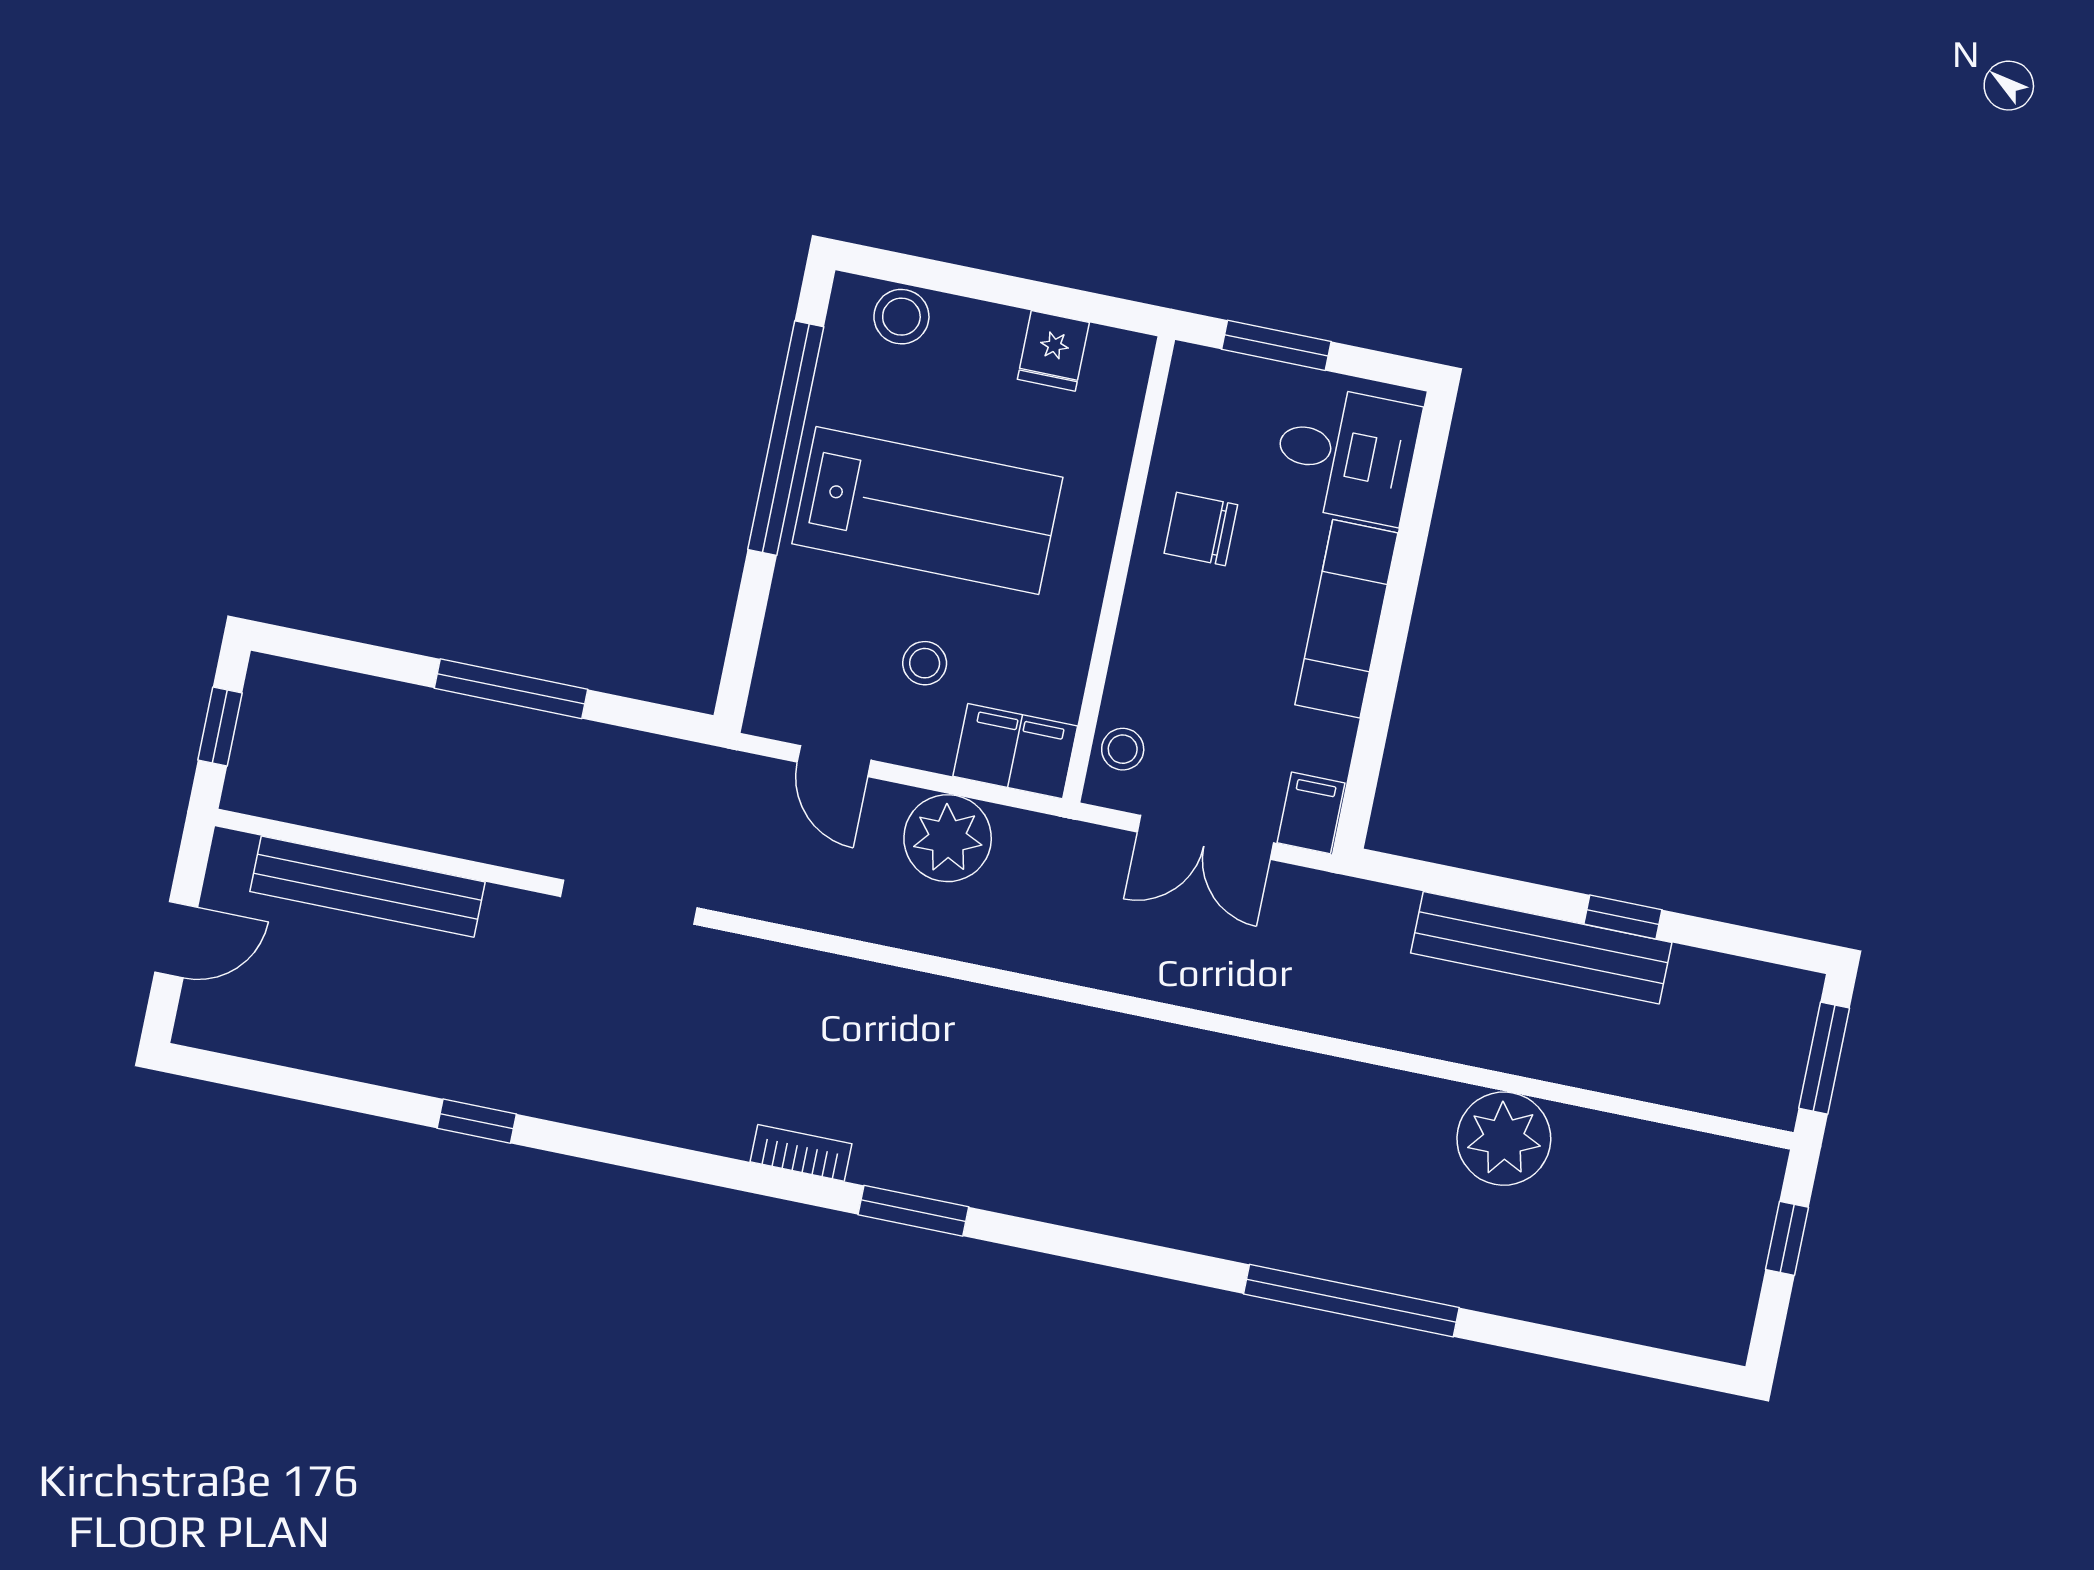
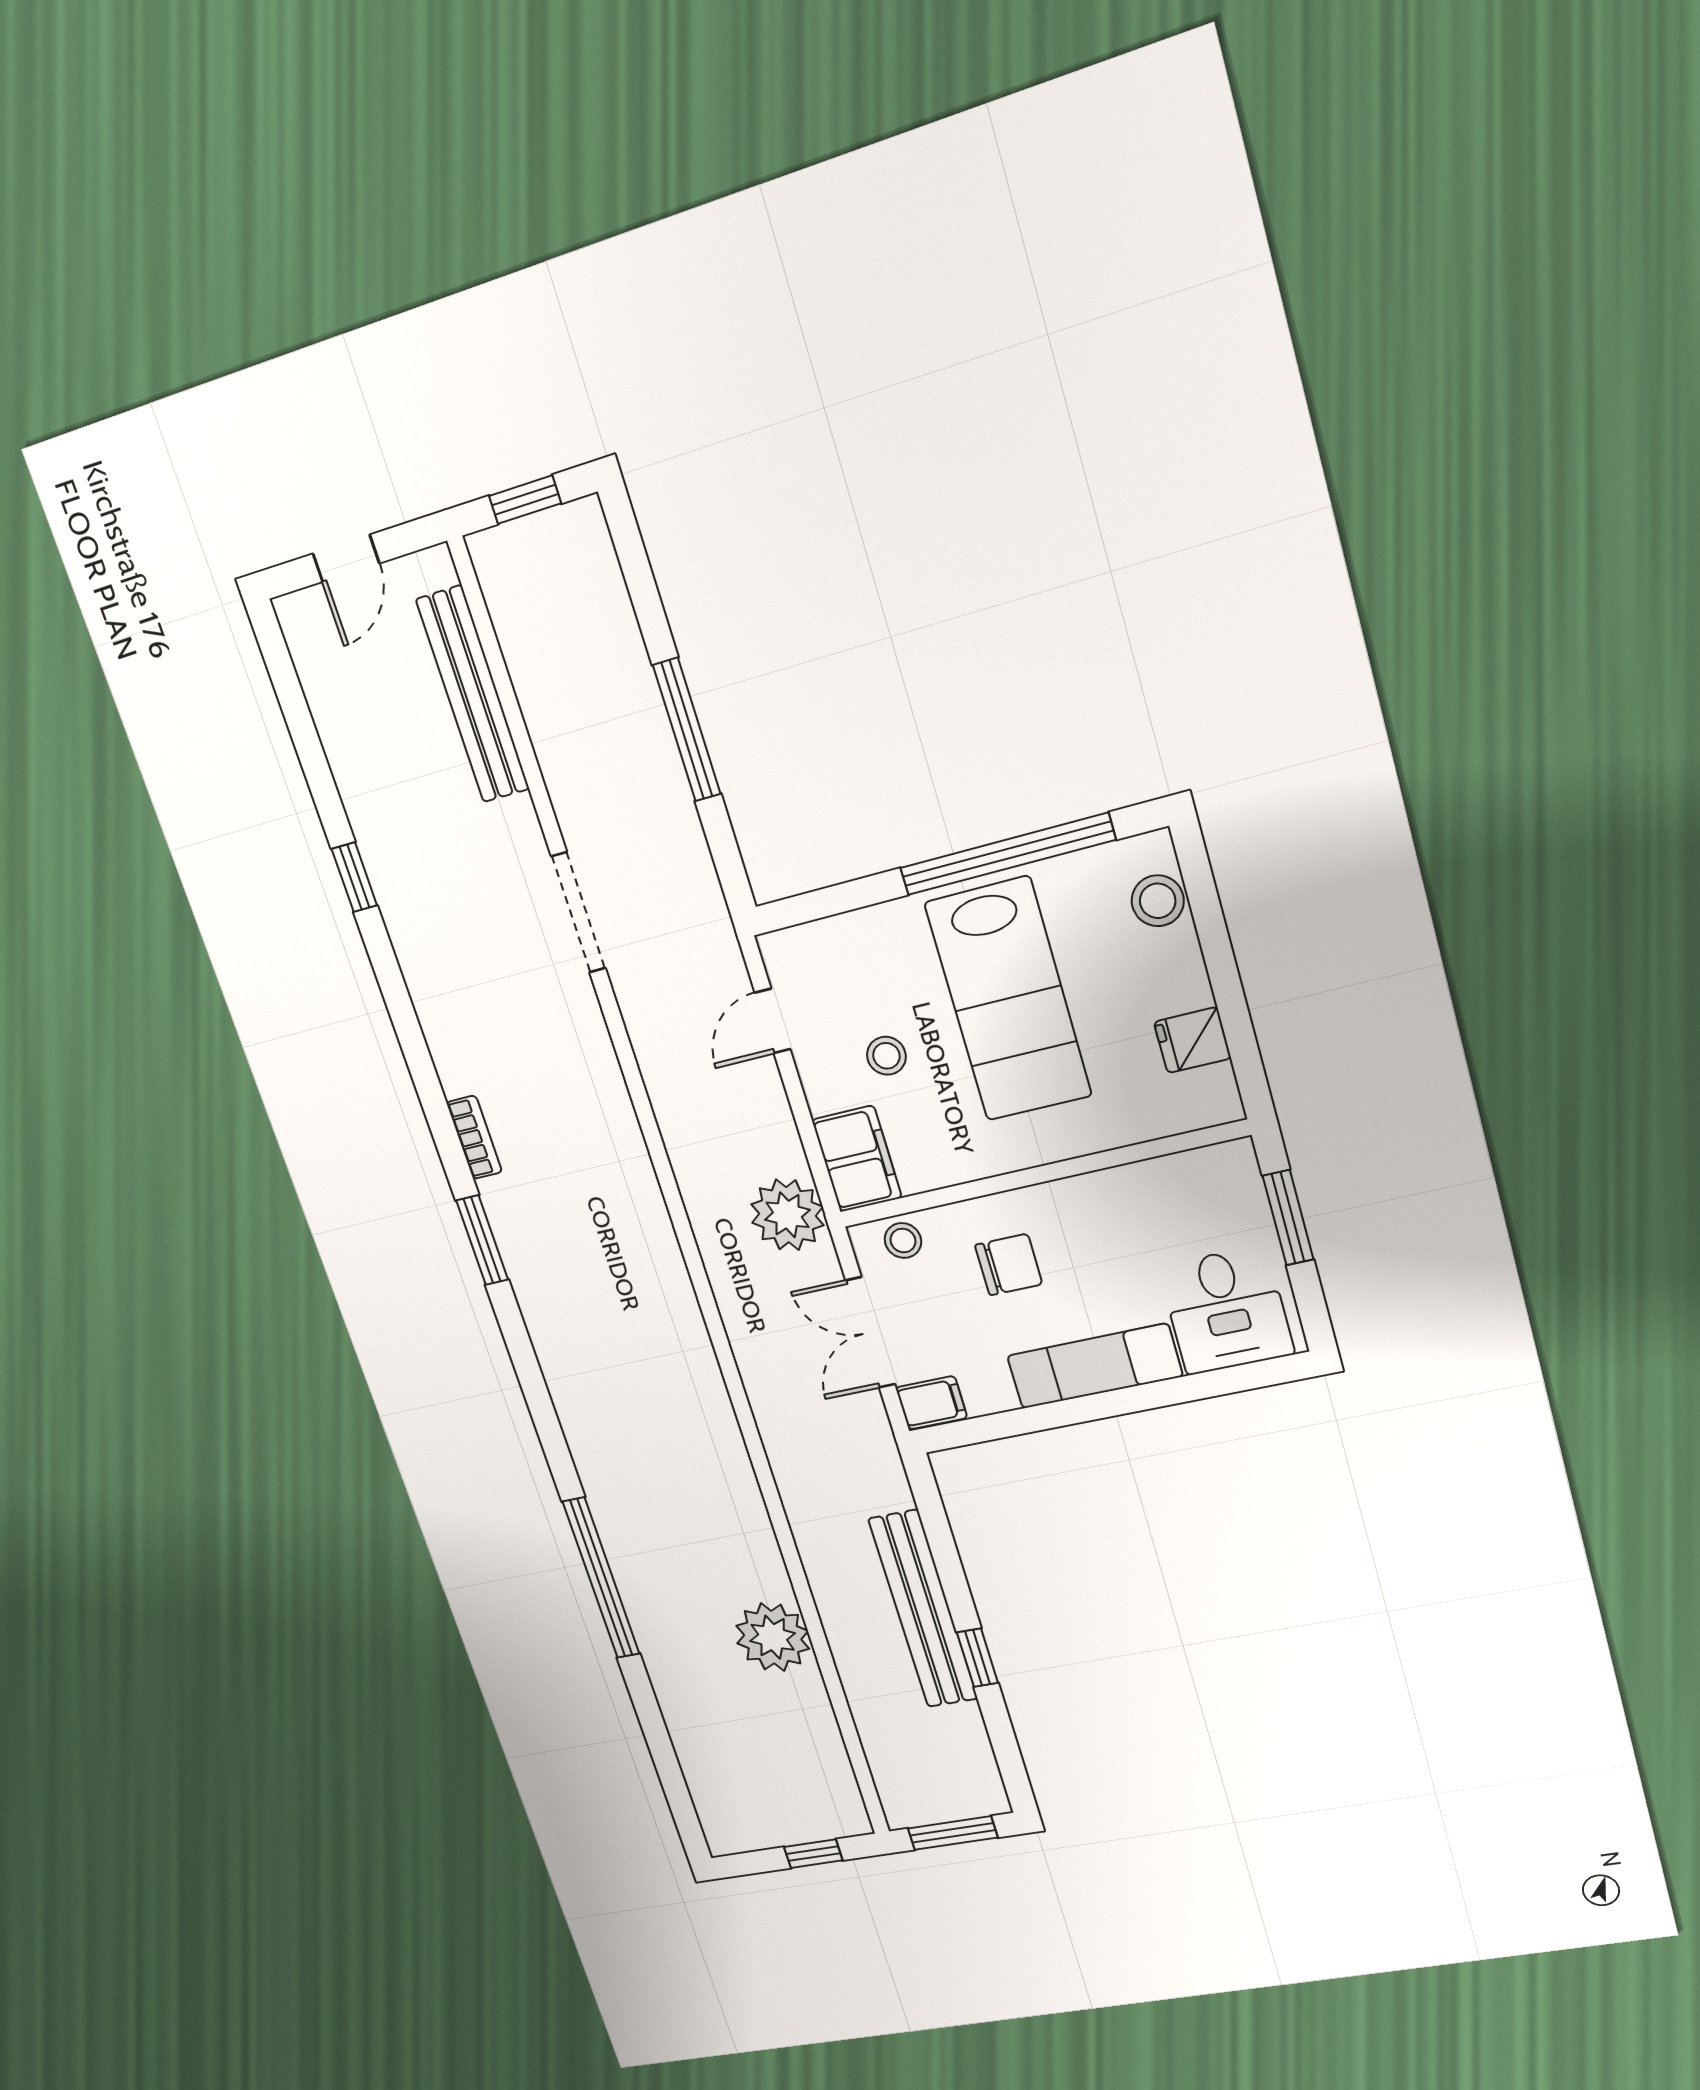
chair: (1201, 529) -> (1009, 1265), moved, turned 90
plant: (948, 838) -> (787, 1215), moved
door: (176, 940) -> (346, 558), hinge flipped

